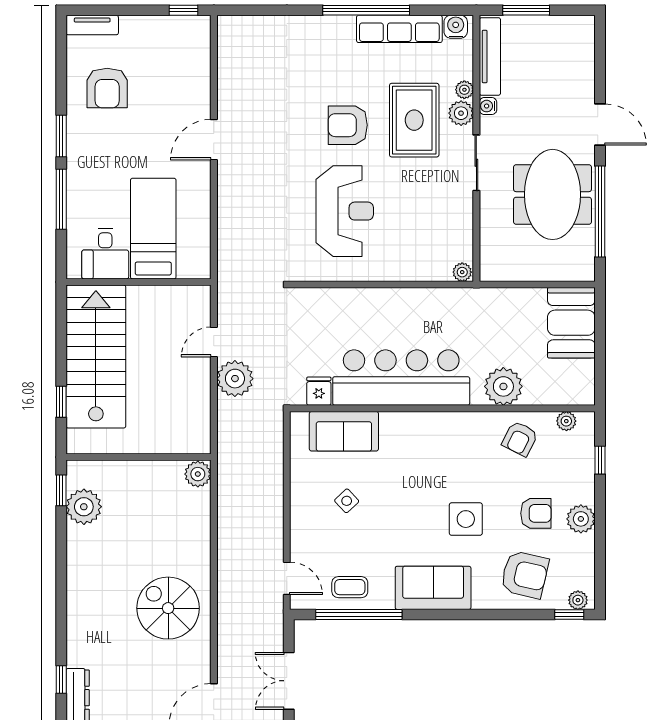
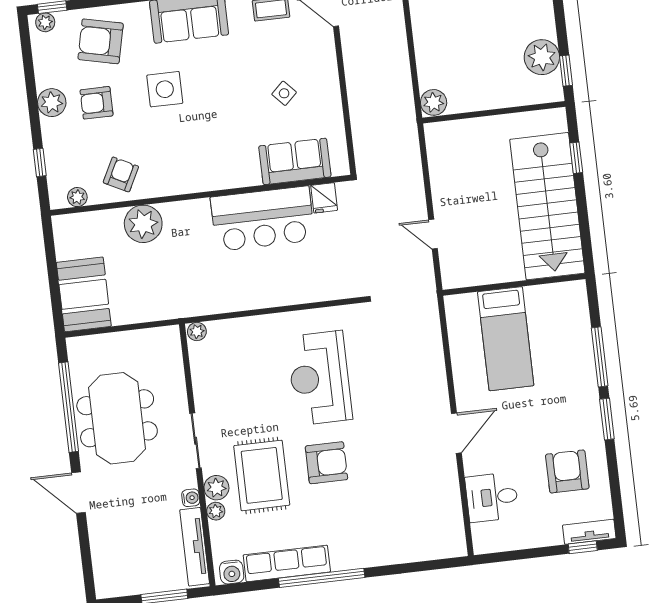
window: (184, 10) -> (583, 547), moved
desk: (105, 254) -> (492, 497), moved, turned -90
door: (214, 342) -> (433, 234), swing flipped
bar counter: (401, 378) -> (263, 219), width x0.73
plant: (235, 379) -> (408, 201), removed

